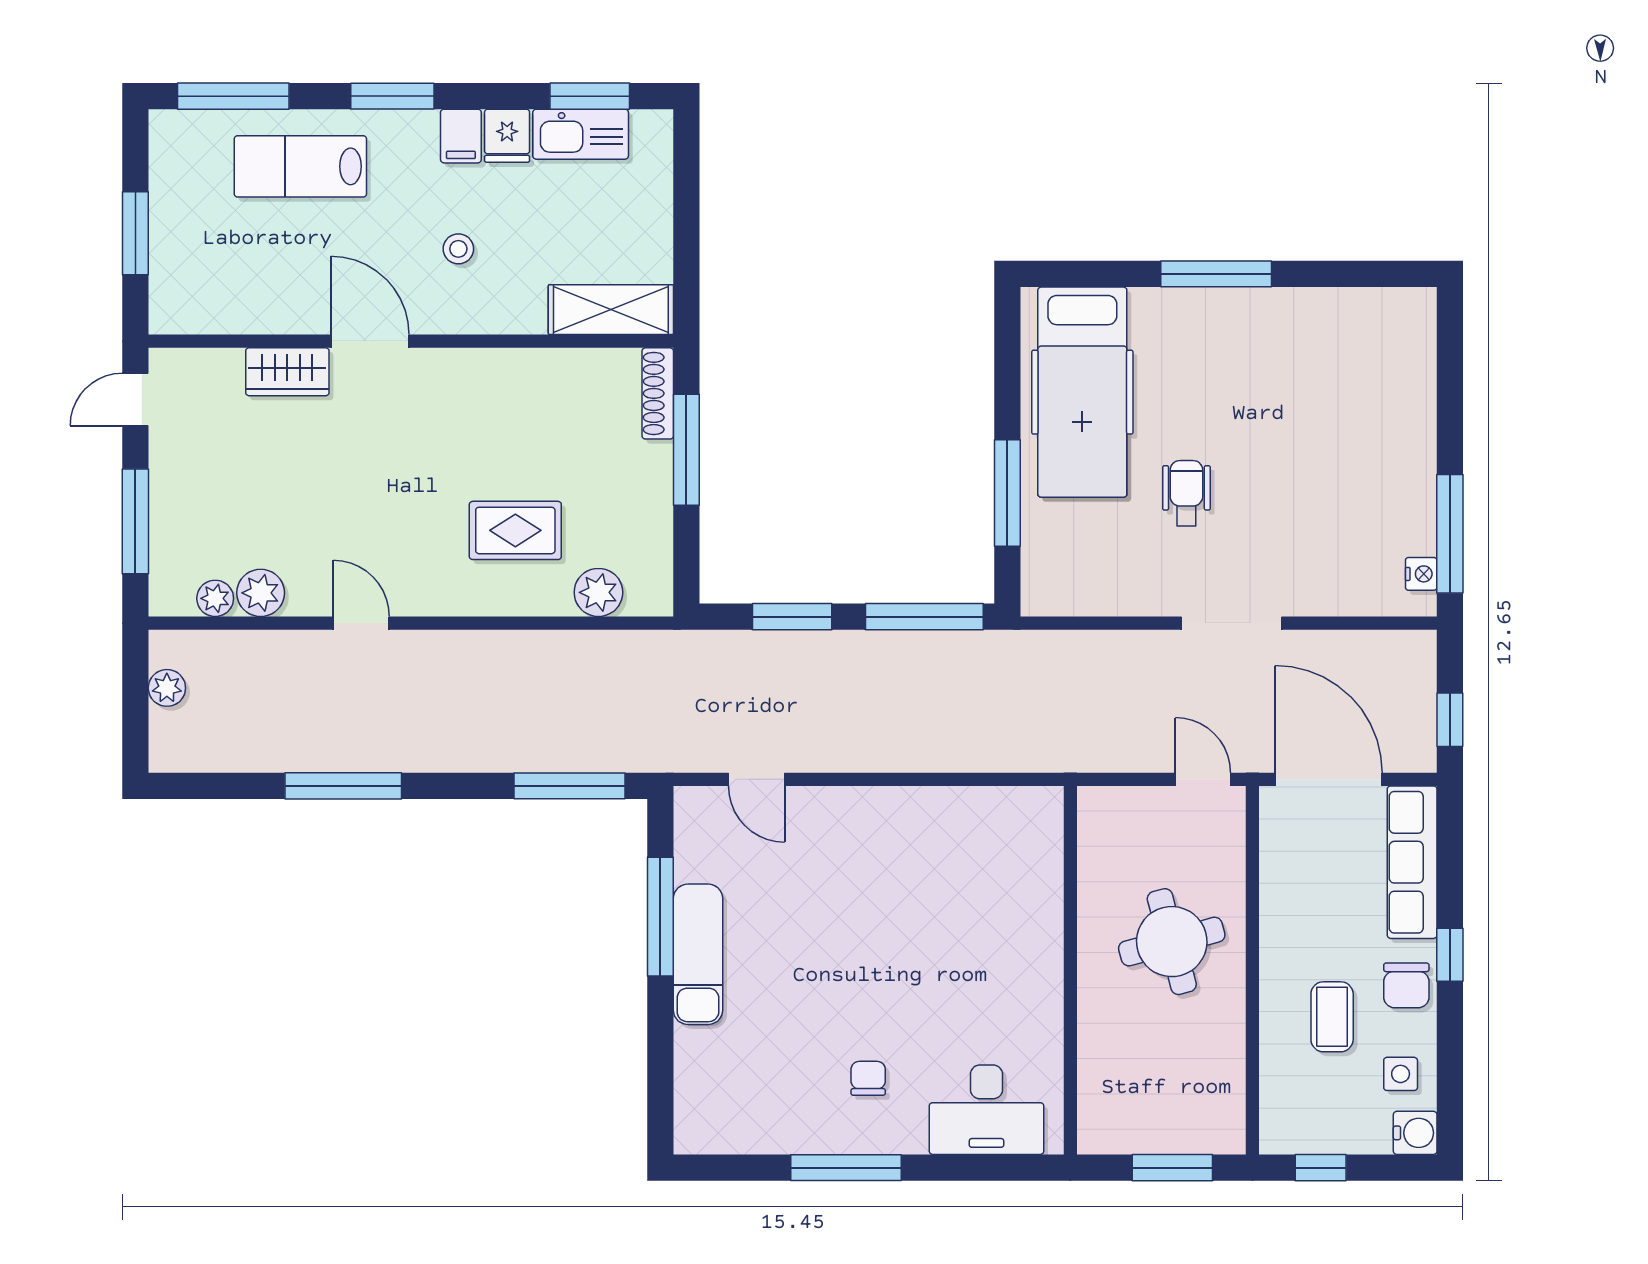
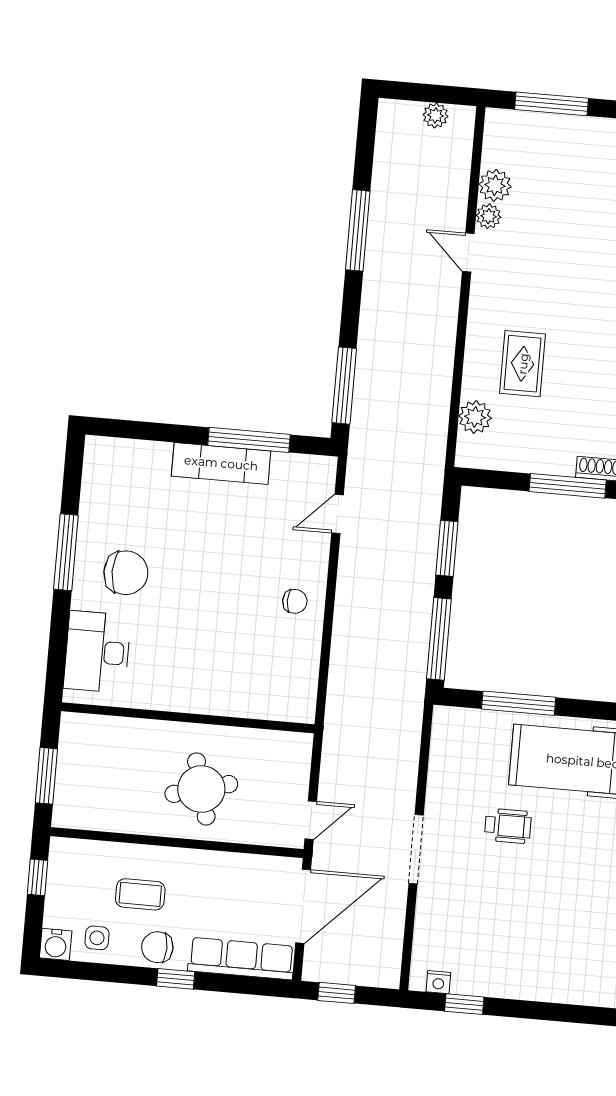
window: (1450, 534) -> (464, 1004), width x0.46
plant: (215, 598) -> (489, 216), moved
door: (361, 623) -> (468, 253), swing flipped
chair: (888, 830) -> (295, 601), added
chair: (868, 1078) -> (126, 573), width x1.87, depth x1.87

